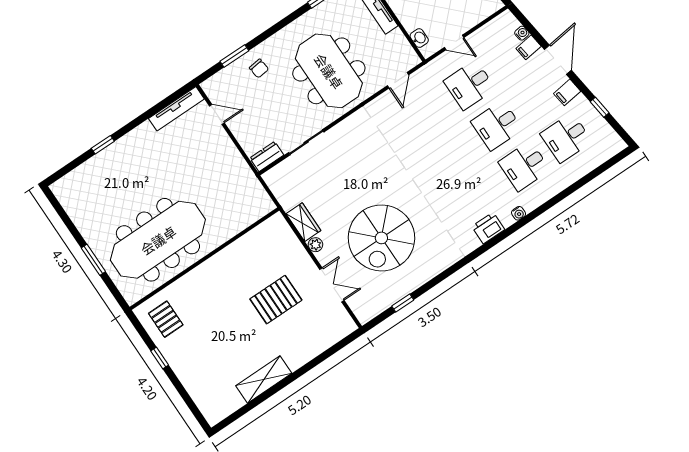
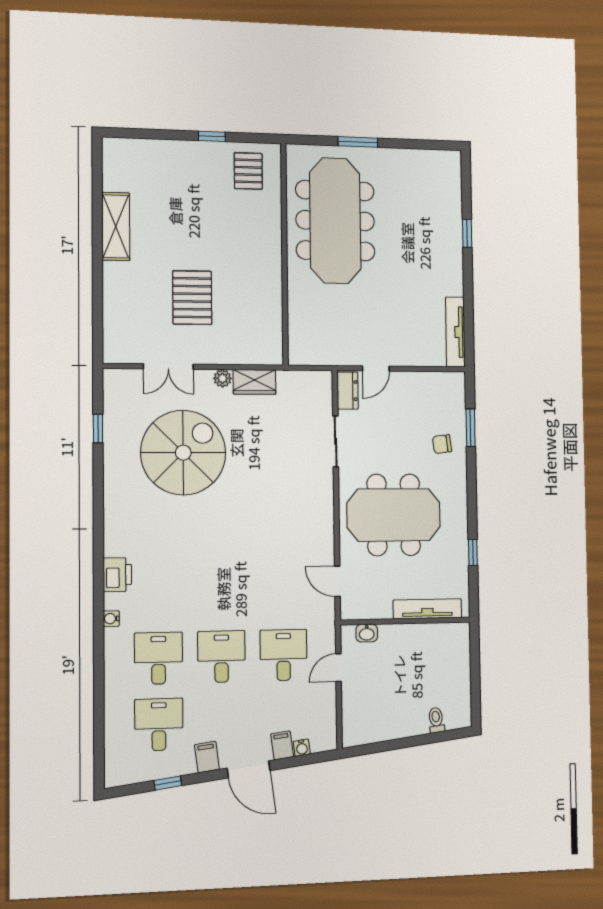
door: (217, 114) -> (376, 369), moved
spiral stairs: (381, 238) -> (183, 453), turned 90
pallet: (166, 319) -> (248, 171), turned 90

